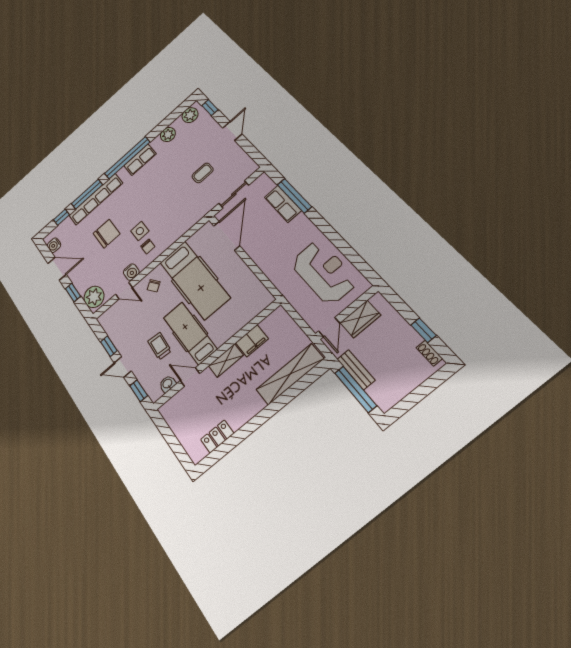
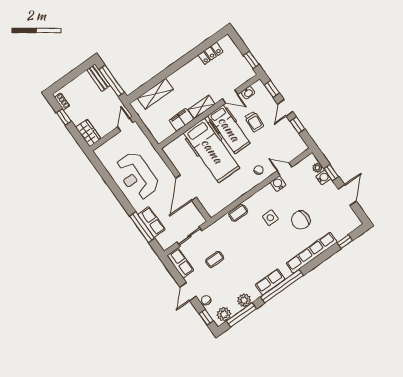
row of seats: (243, 161) -> (180, 263), added
window: (87, 194) -> (241, 315), moved
coffee table: (177, 231) -> (238, 213), added
door: (227, 236) -> (186, 188), moved
water cooler: (54, 245) -> (323, 178), moved
chair: (148, 246) -> (206, 300), moved
door: (57, 269) -> (347, 195), swing flipped
reception desk: (324, 272) -> (137, 176), moved
hospital bed: (194, 280) -> (212, 151), moved, turned 180
plant: (94, 297) -> (317, 168), width x0.53, depth x0.53
wardrobe: (360, 319) -> (88, 133), moved, turned 90
door: (123, 367) -> (285, 108), swing flipped
bench: (356, 370) -> (99, 78), moved
shelving: (290, 374) -> (155, 94), width x0.68
window: (164, 429) -> (251, 60), added

